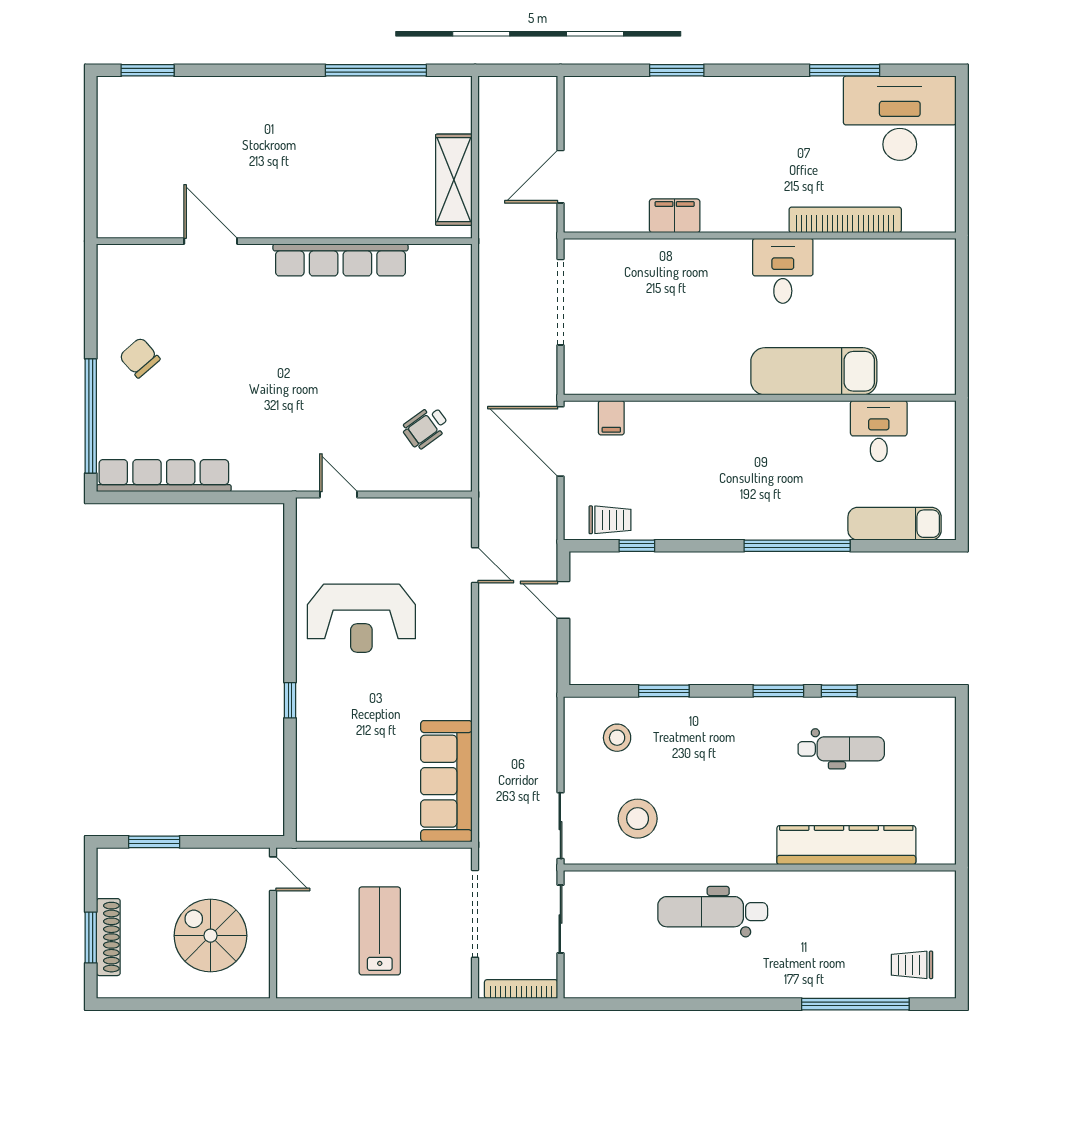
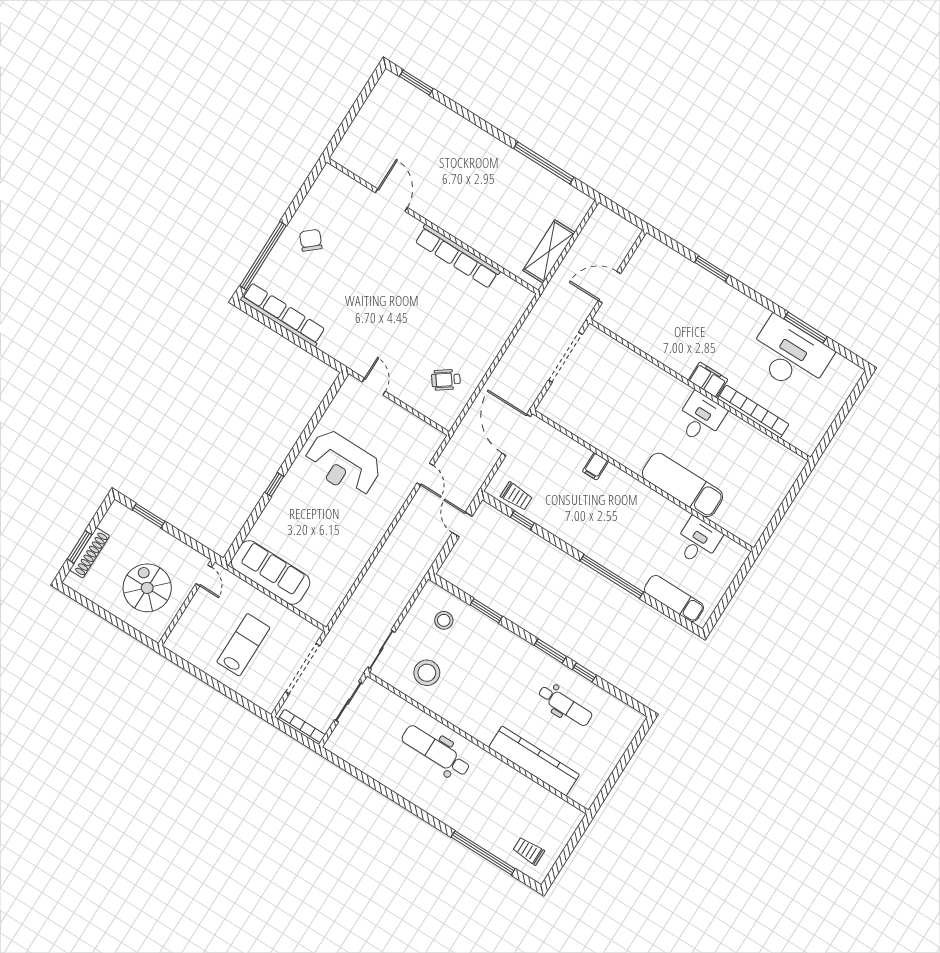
desk: (900, 118) -> (790, 355), moved
filing cabinet: (675, 216) -> (708, 380), moved
filing cabinet: (611, 418) -> (595, 466), moved
sofa: (446, 781) -> (271, 572), moved, turned 90

